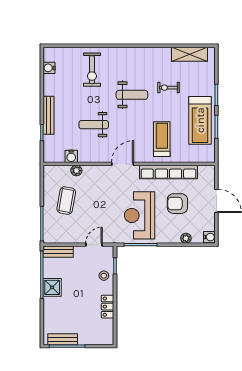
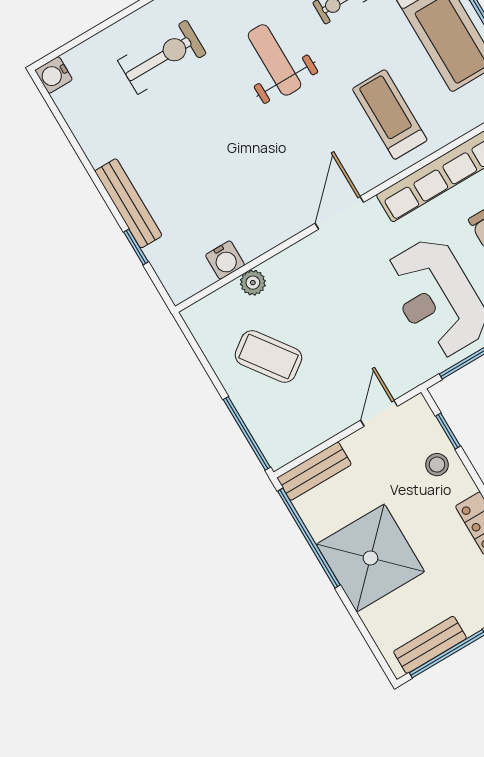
water cooler: (49, 68) -> (54, 75), moved
exercise bike: (92, 70) -> (162, 57), turned -90
weight bench: (132, 95) -> (275, 60), turned -90
weight bench: (94, 125) -> (232, 168), removed
coffee table: (66, 201) -> (268, 356), turned -46
shower: (52, 287) -> (370, 558), width x1.86, depth x1.86

